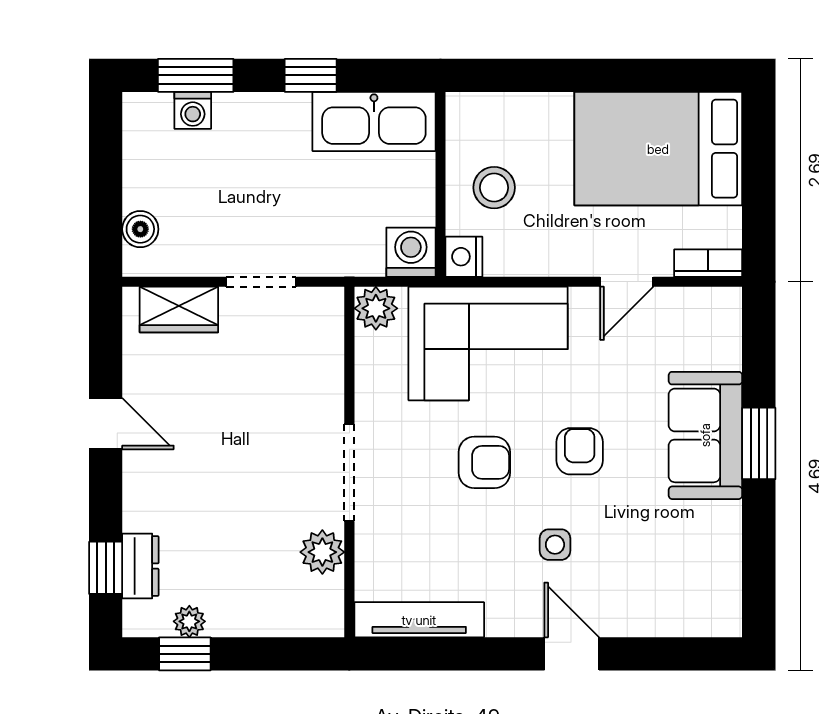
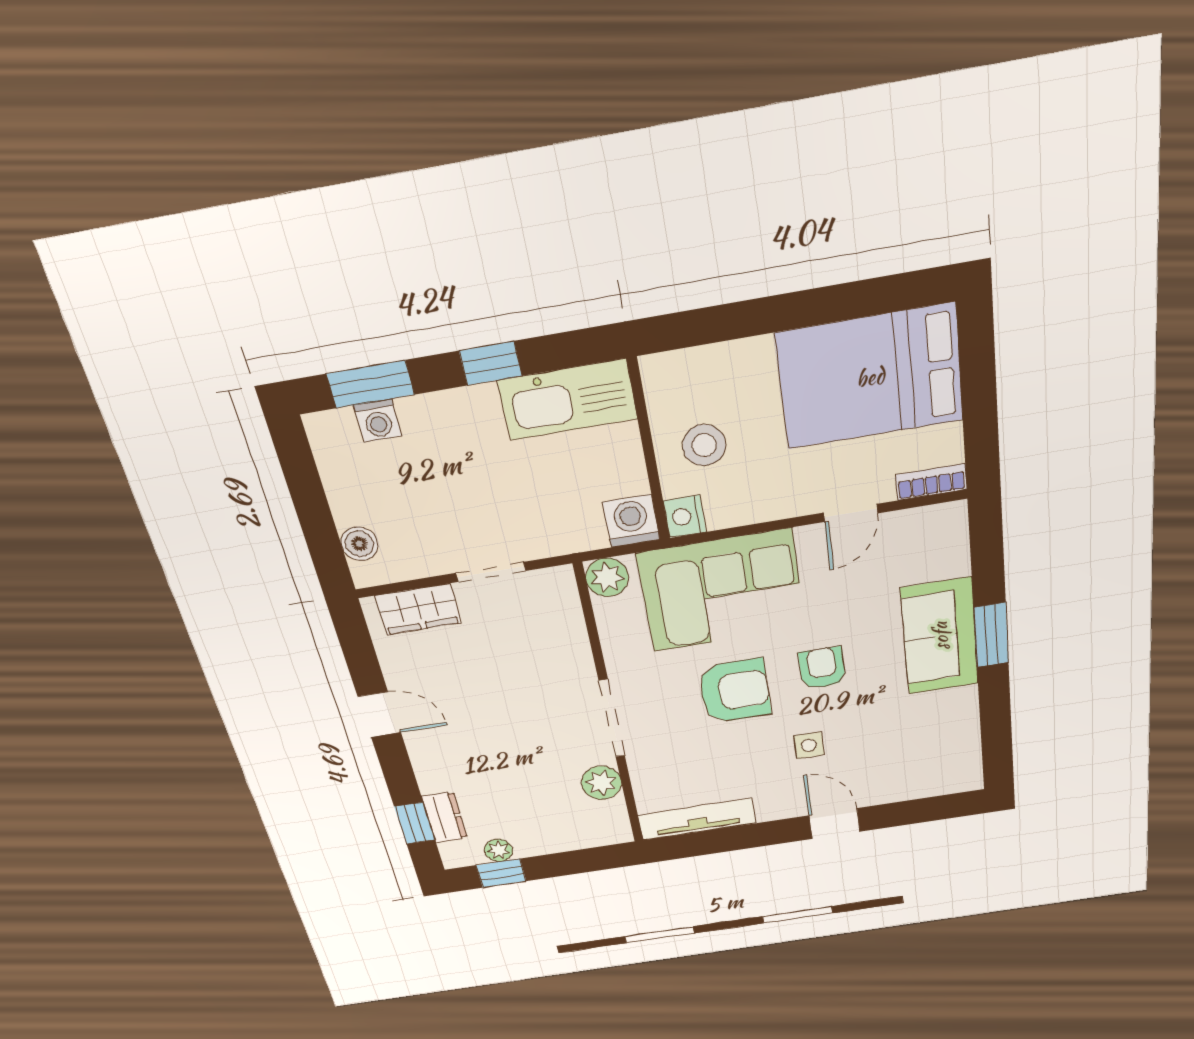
armchair: (484, 462) -> (735, 691), width x1.38, depth x1.38

